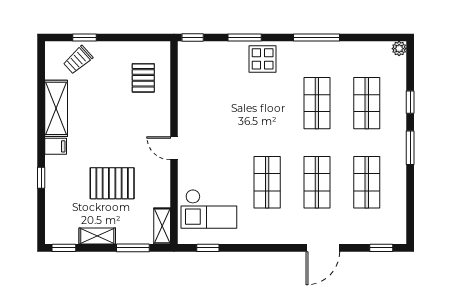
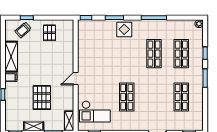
pallet: (143, 78) -> (49, 33), moved
door: (174, 148) -> (76, 78), hinge flipped
shop shelf: (317, 182) -> (154, 97), removed
pallet: (112, 183) -> (42, 98), turned 90

